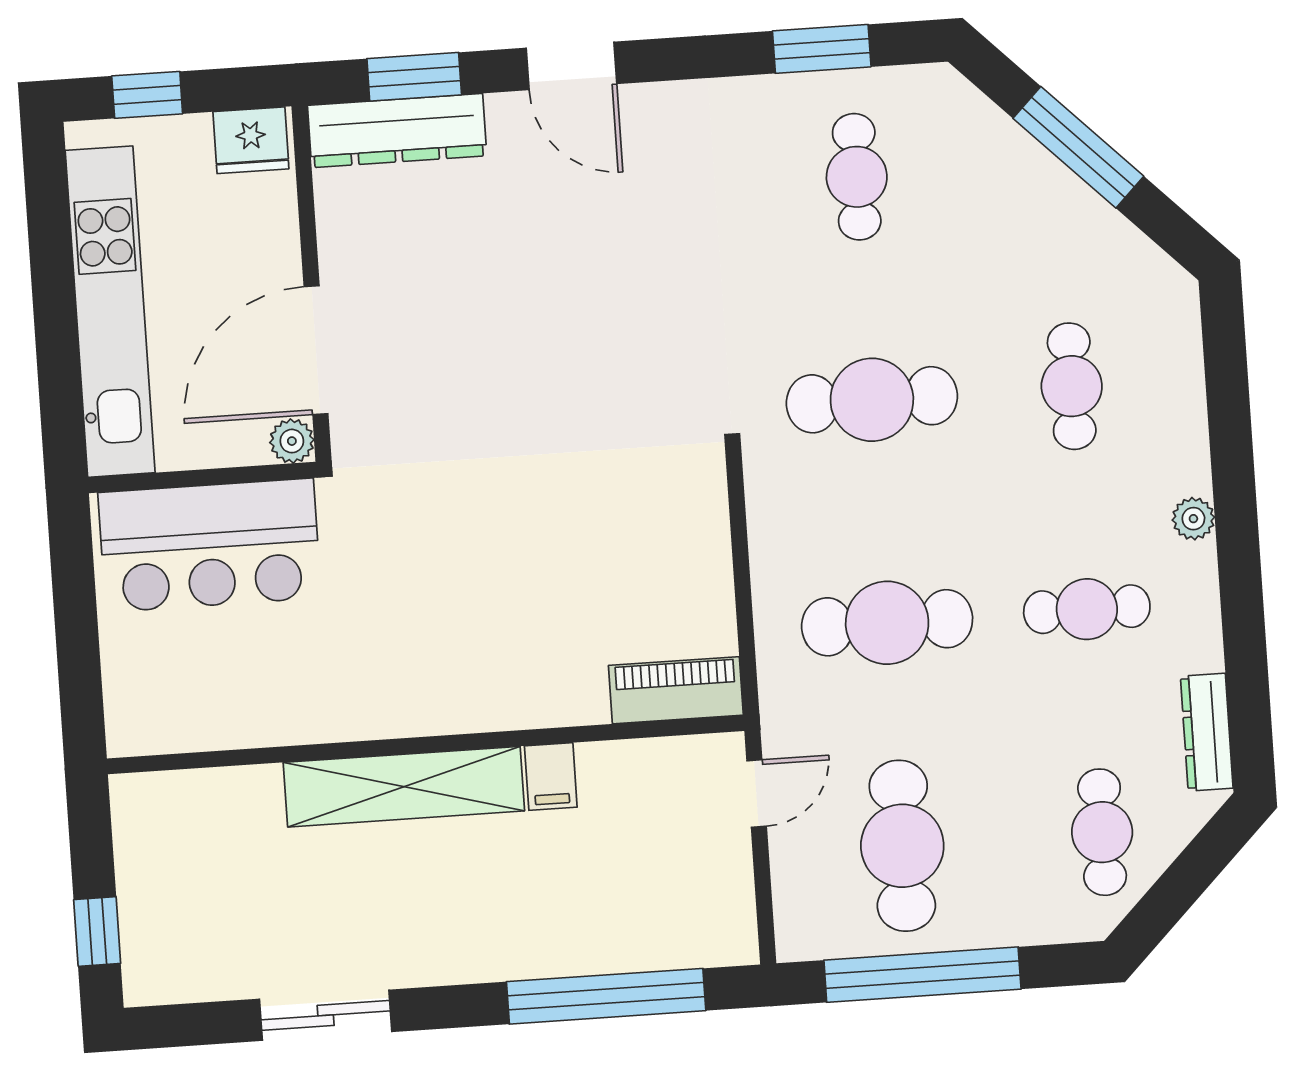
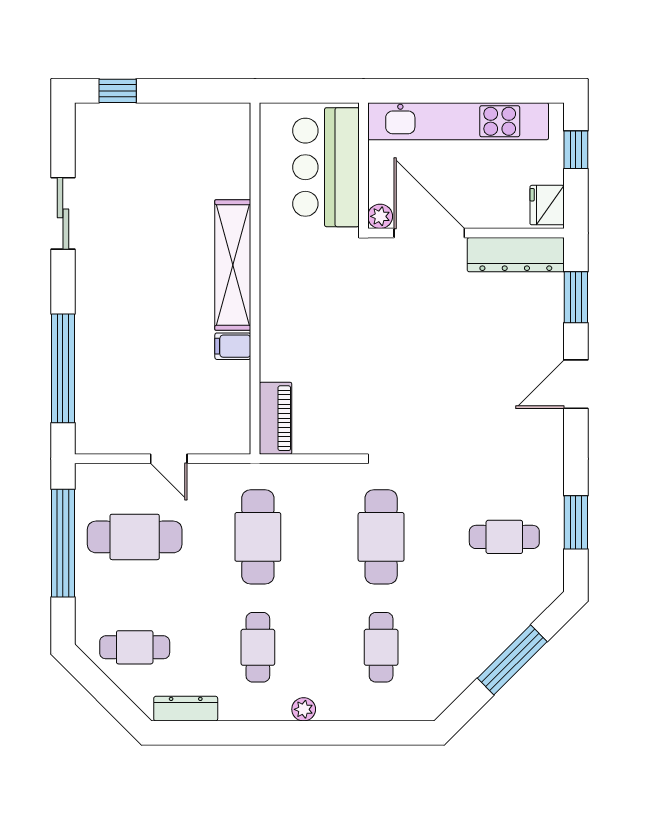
dresser: (397, 131) -> (516, 255), moved, turned -90
cafe table: (1072, 386) -> (381, 647), turned 90
piano: (676, 690) -> (276, 418), moved
wall: (426, 745) -> (255, 278), moved
filing cabinet: (551, 777) -> (233, 346), moved
shelving: (404, 787) -> (233, 265), moved

